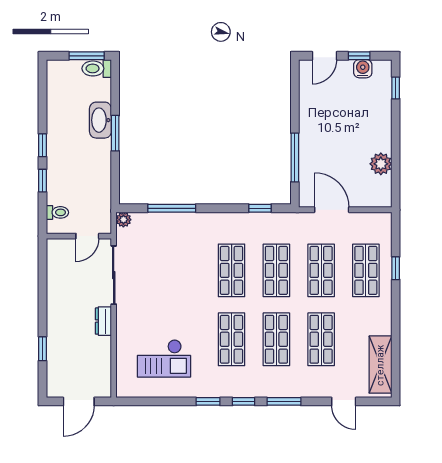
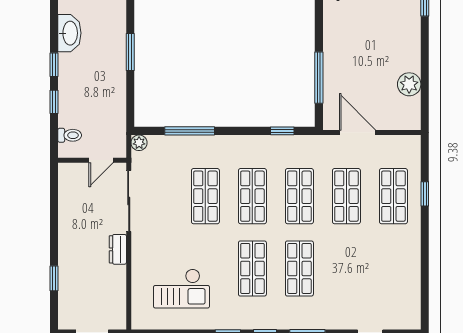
washbasin: (100, 120) -> (69, 33), moved, turned 180
shop shelf: (321, 339) -> (205, 196), moved
shelving: (380, 365) -> (409, 295), removed

